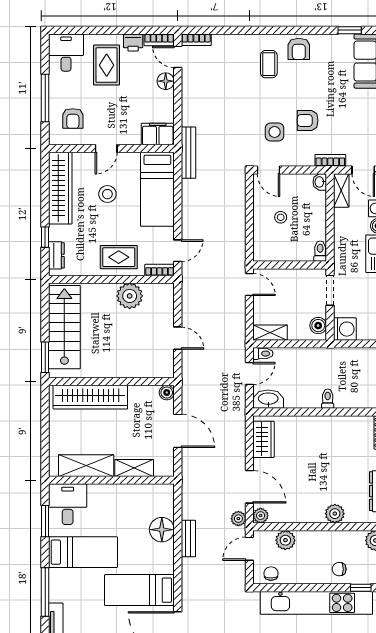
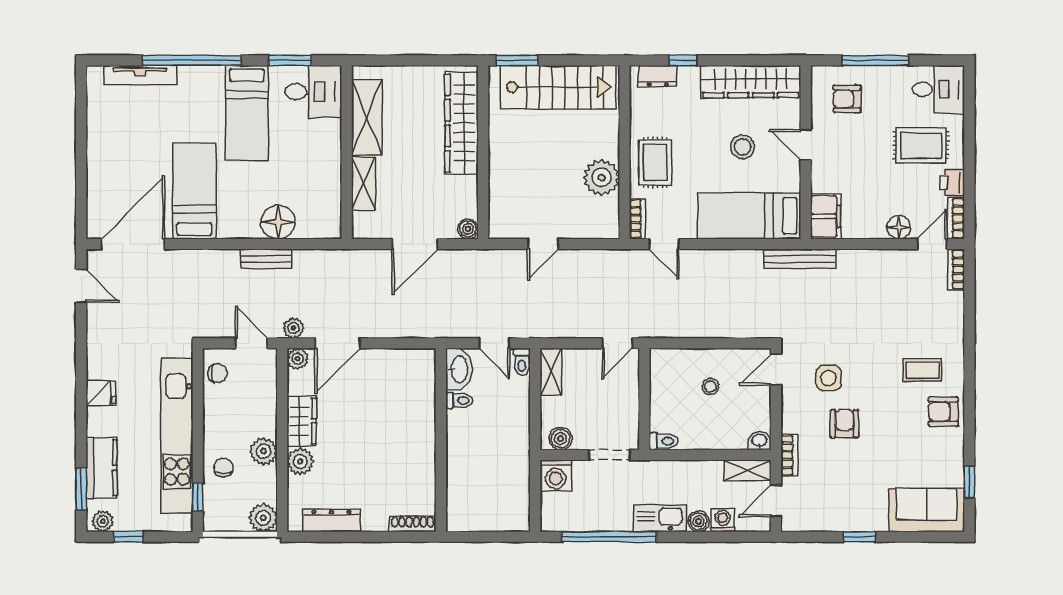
toilet: (328, 399) -> (459, 401), moved
wardrobe: (264, 439) -> (302, 421), moved, turned -90
plant: (285, 540) -> (264, 451), moved
window: (45, 592) -> (192, 60), width x1.46

